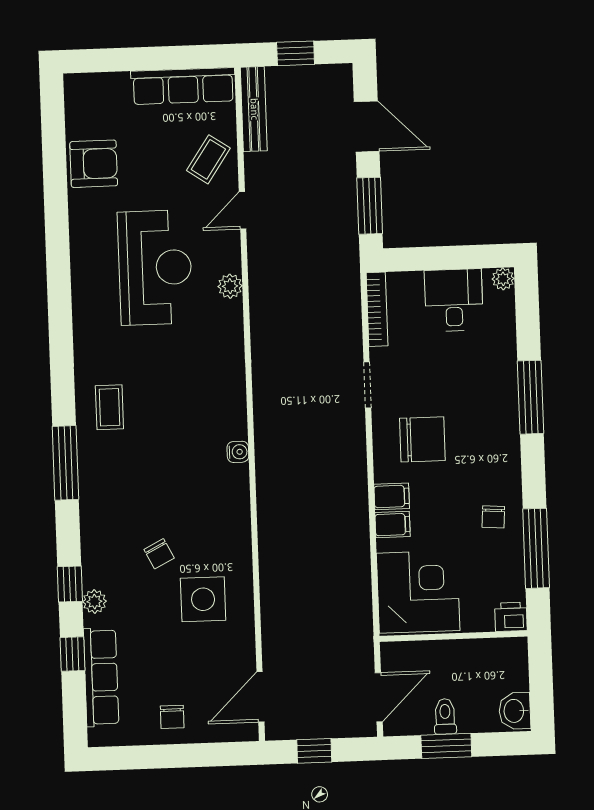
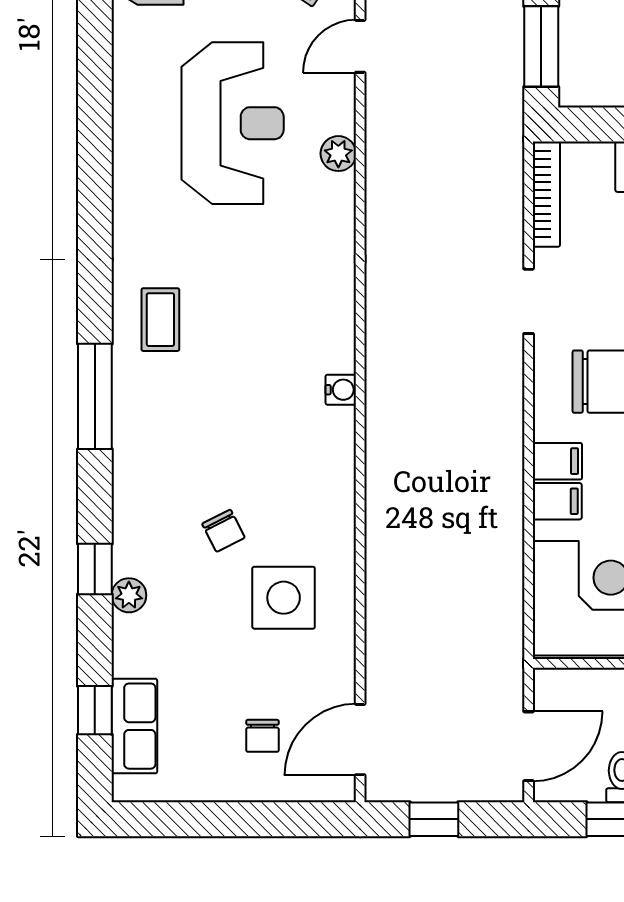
window: (72, 654) -> (95, 710), moved
row of seats: (101, 677) -> (134, 726), width x0.68
chair: (172, 717) -> (263, 736), moved

